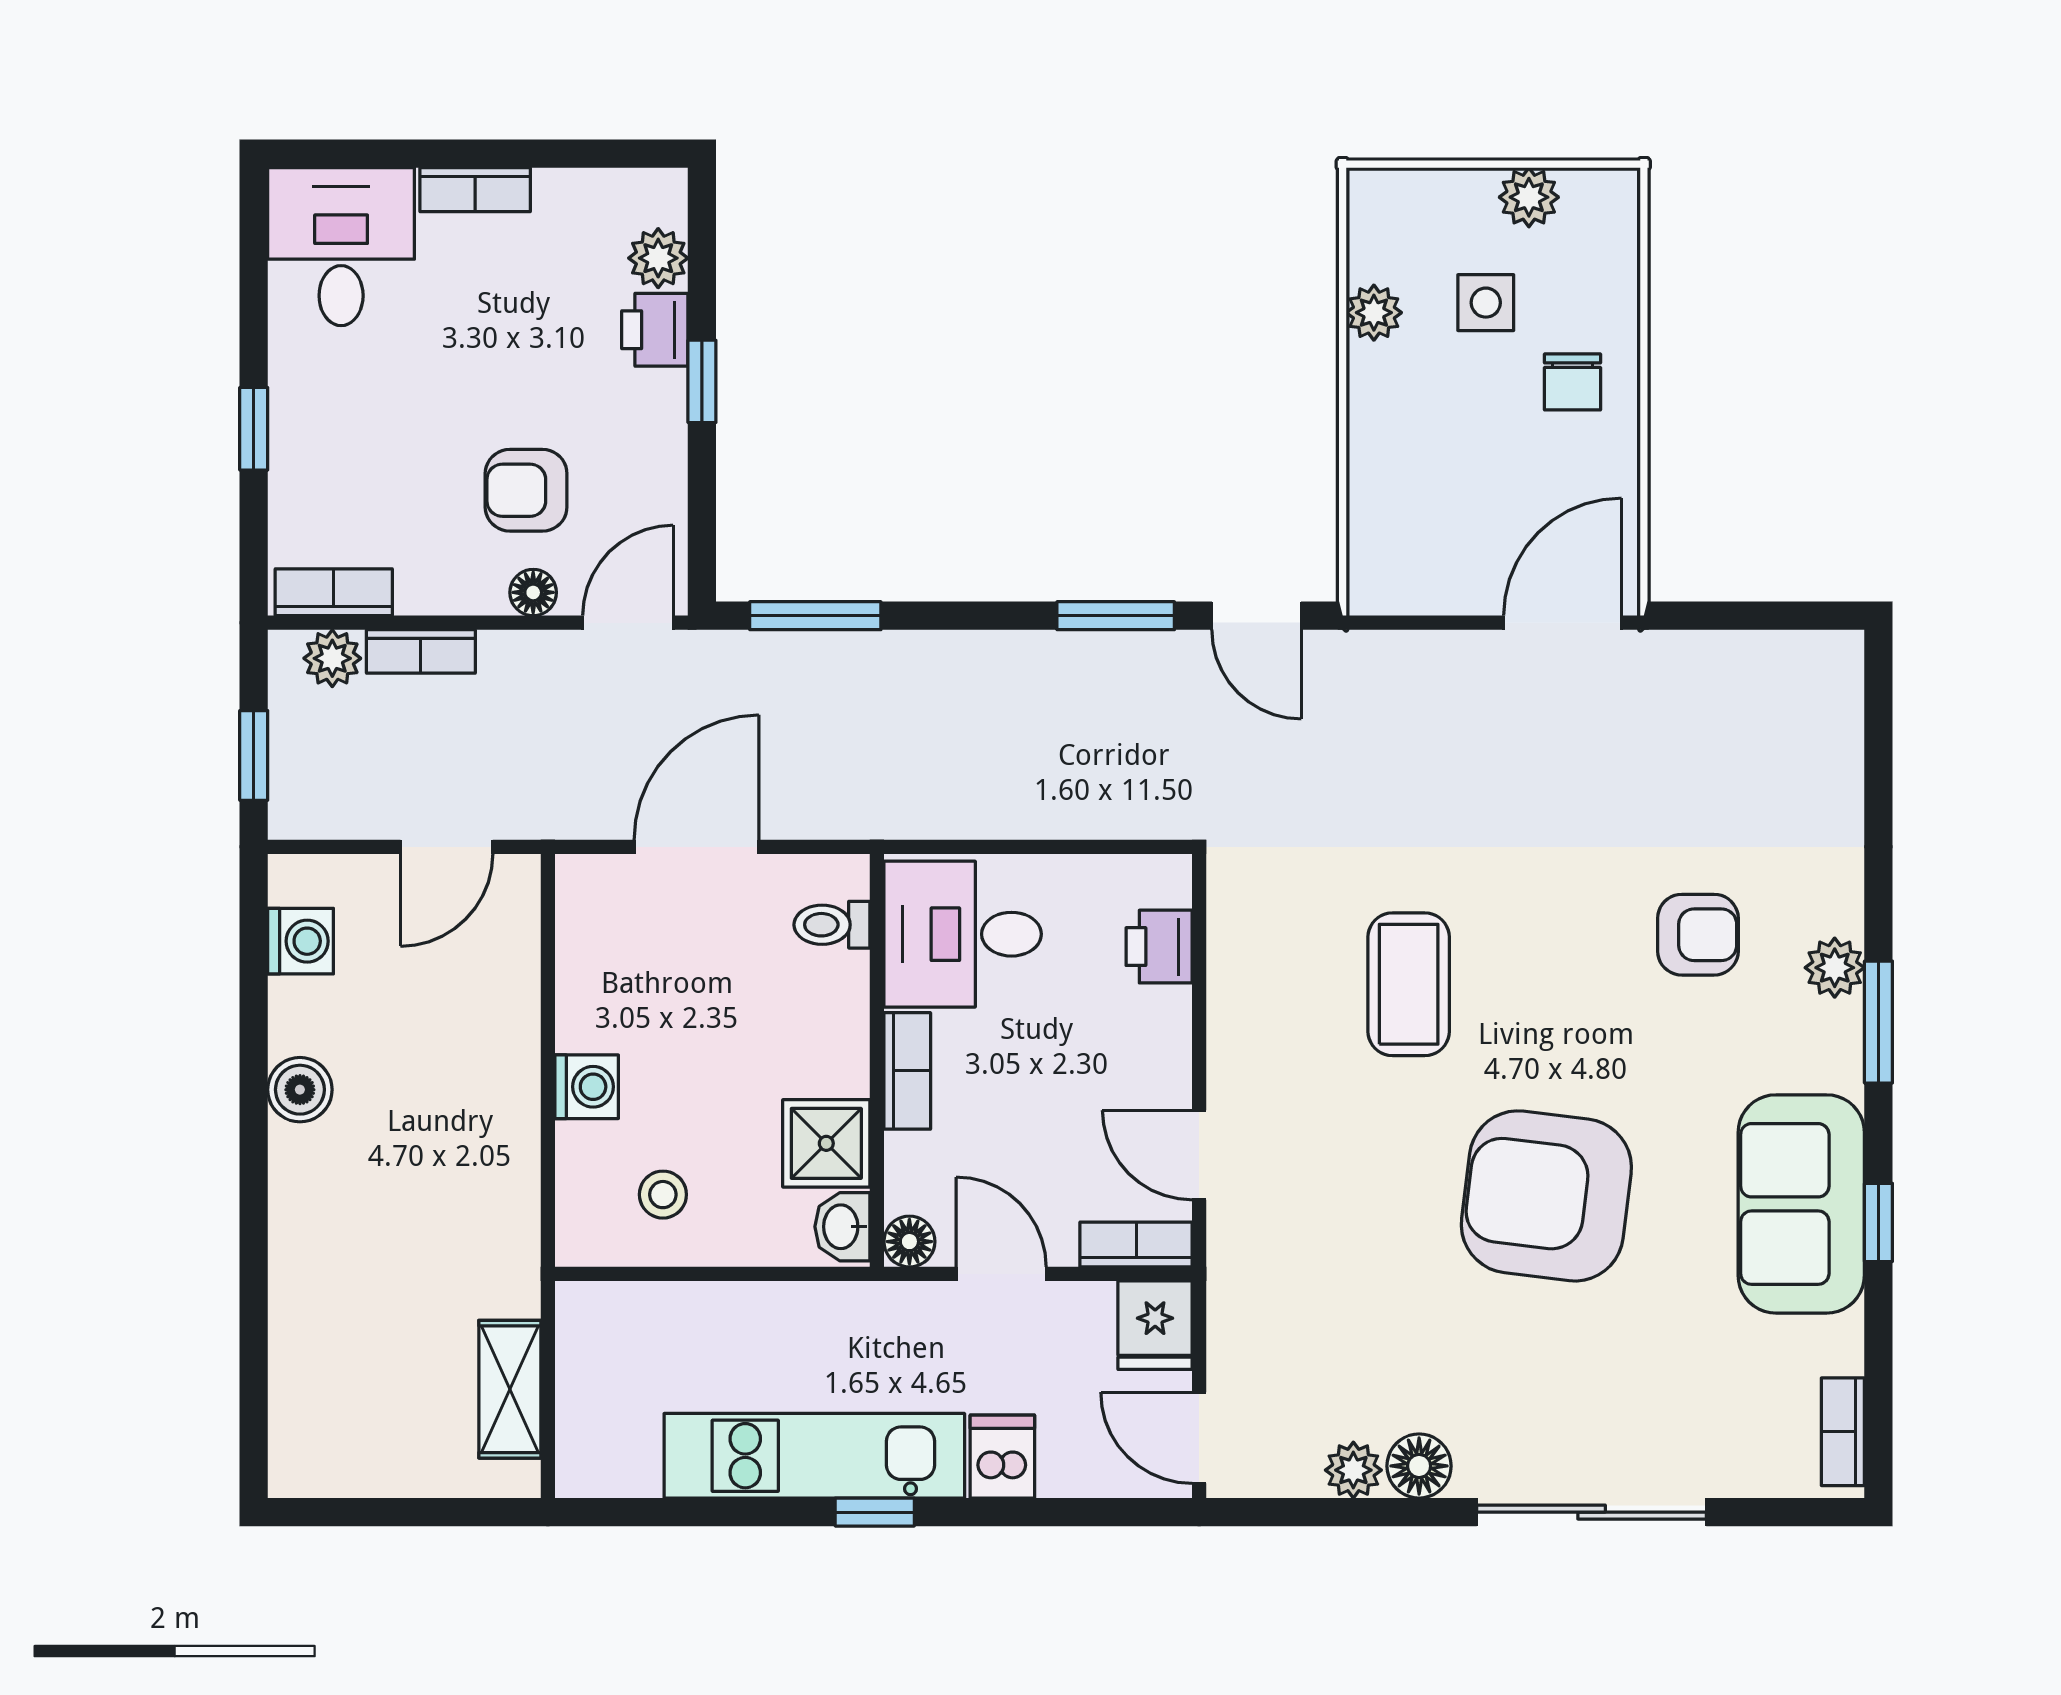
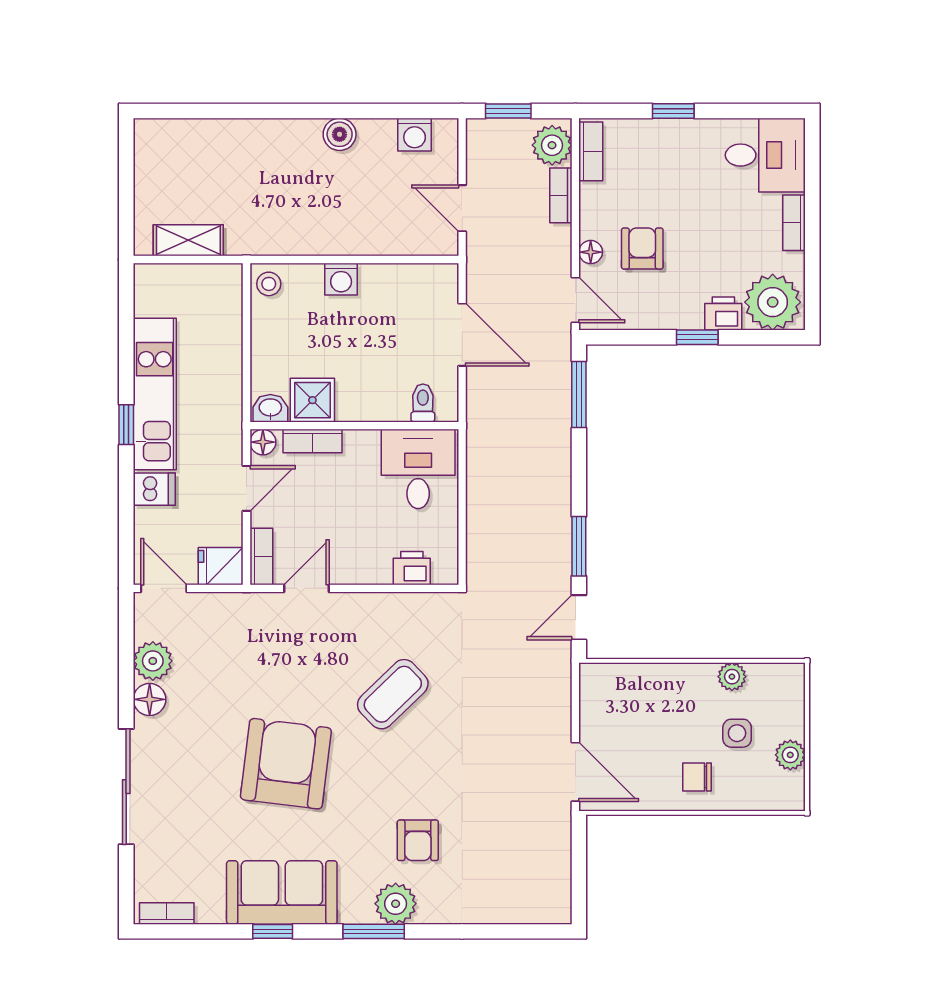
plant: (658, 258) -> (773, 302), width x1.88, depth x1.88
plant: (332, 658) -> (552, 145), width x1.38, depth x1.38
plant: (1835, 968) -> (396, 904), width x1.38, depth x1.38
coffee table: (1409, 984) -> (393, 694), turned -44
bookcase: (907, 1071) -> (312, 441), moved
stool: (663, 1195) -> (269, 284), moved
door: (1199, 1438) -> (164, 588), hinge flipped
plant: (1353, 1470) -> (153, 661), width x1.38, depth x1.38

